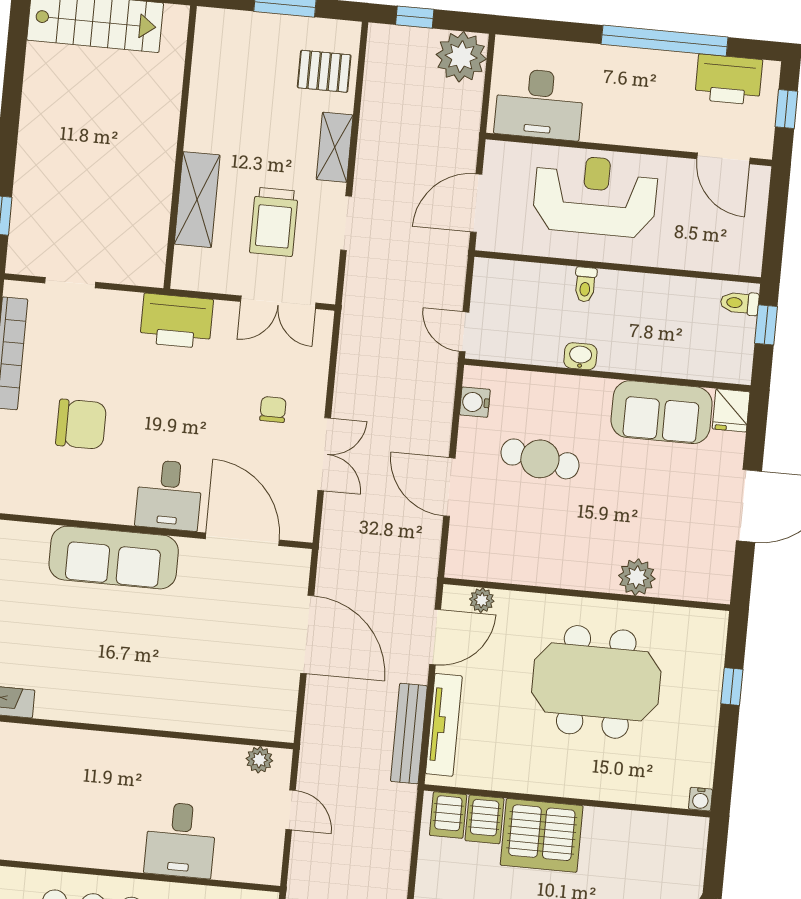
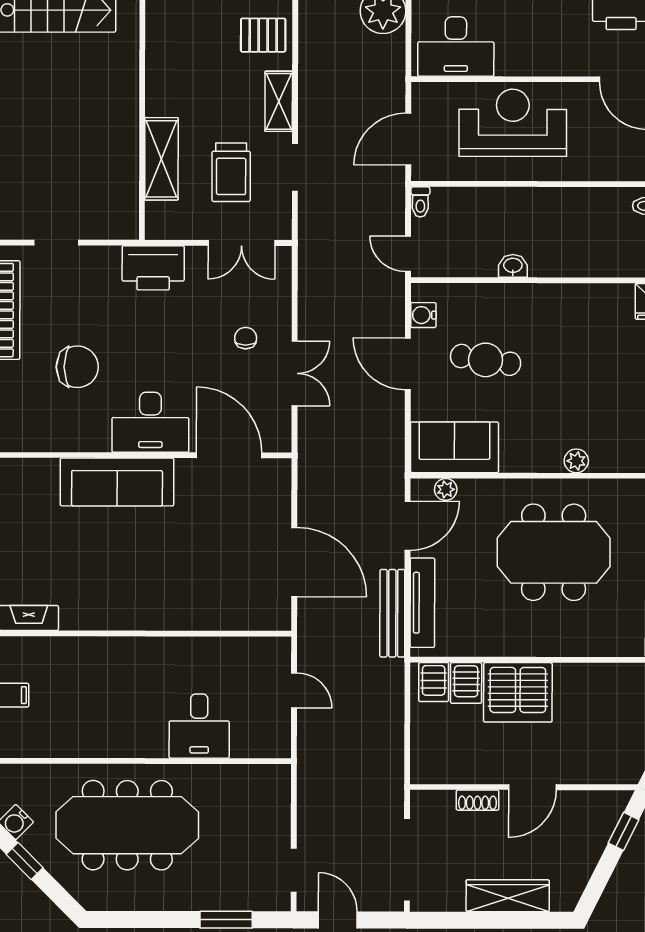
toilet: (585, 284) -> (420, 202), moved
sofa: (662, 412) -> (454, 447), moved, turned 180
door: (449, 487) -> (408, 364), moved
desk: (169, 495) -> (150, 422), width x1.37
plant: (637, 577) -> (576, 461), width x0.73, depth x0.73
door: (307, 634) -> (294, 562), moved
plant: (259, 760) -> (262, 649), removed

